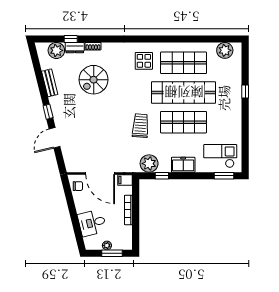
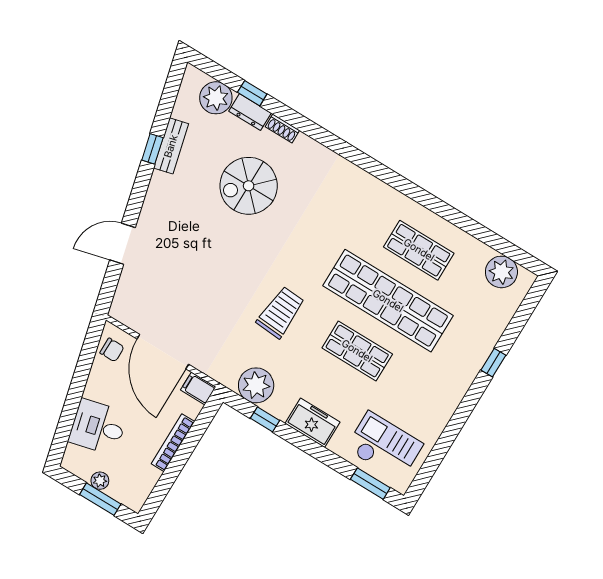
display table: (144, 61) -> (353, 206), removed
shop shelf: (184, 63) -> (419, 250), width x0.70, depth x0.74
window: (48, 112) -> (152, 149), moved
shop shelf: (184, 122) -> (357, 351), width x0.70, depth x0.74

